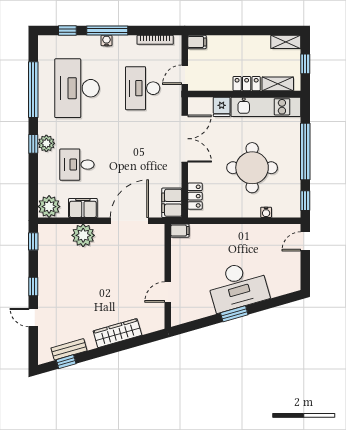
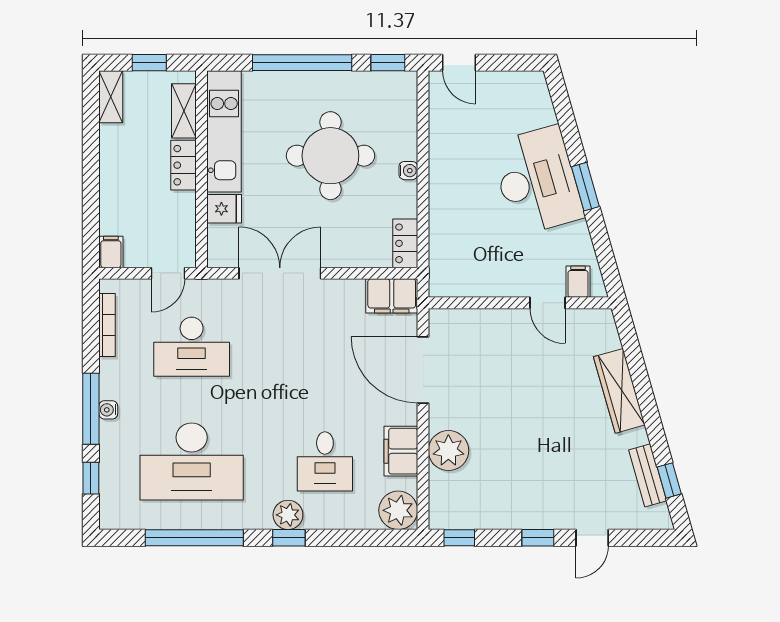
door: (185, 75) -> (168, 273), hinge flipped
locker: (195, 196) -> (405, 243), moved, turned -90
water cooler: (266, 212) -> (408, 171), moved
filing cabinet: (180, 231) -> (578, 282), moved

